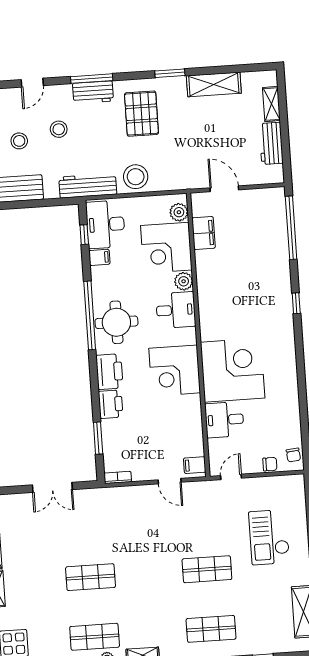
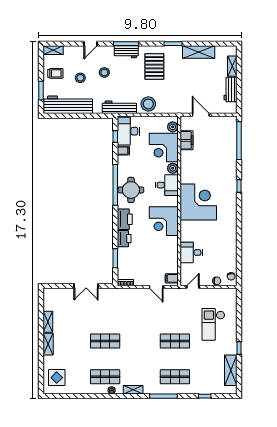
corner desk: (233, 370) -> (198, 202), moved

